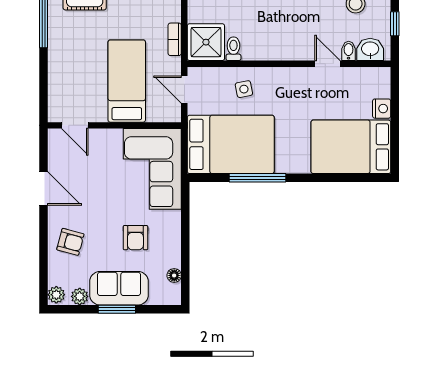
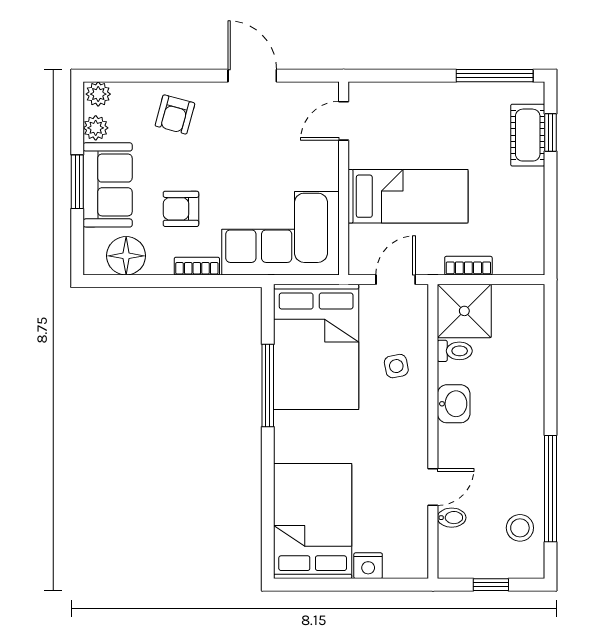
washbasin: (370, 49) -> (454, 404), moved
door: (44, 188) -> (252, 76), swing flipped
bookcase: (175, 227) -> (197, 266), added
floor lamp: (174, 275) -> (126, 256), width x1.89, depth x1.89

